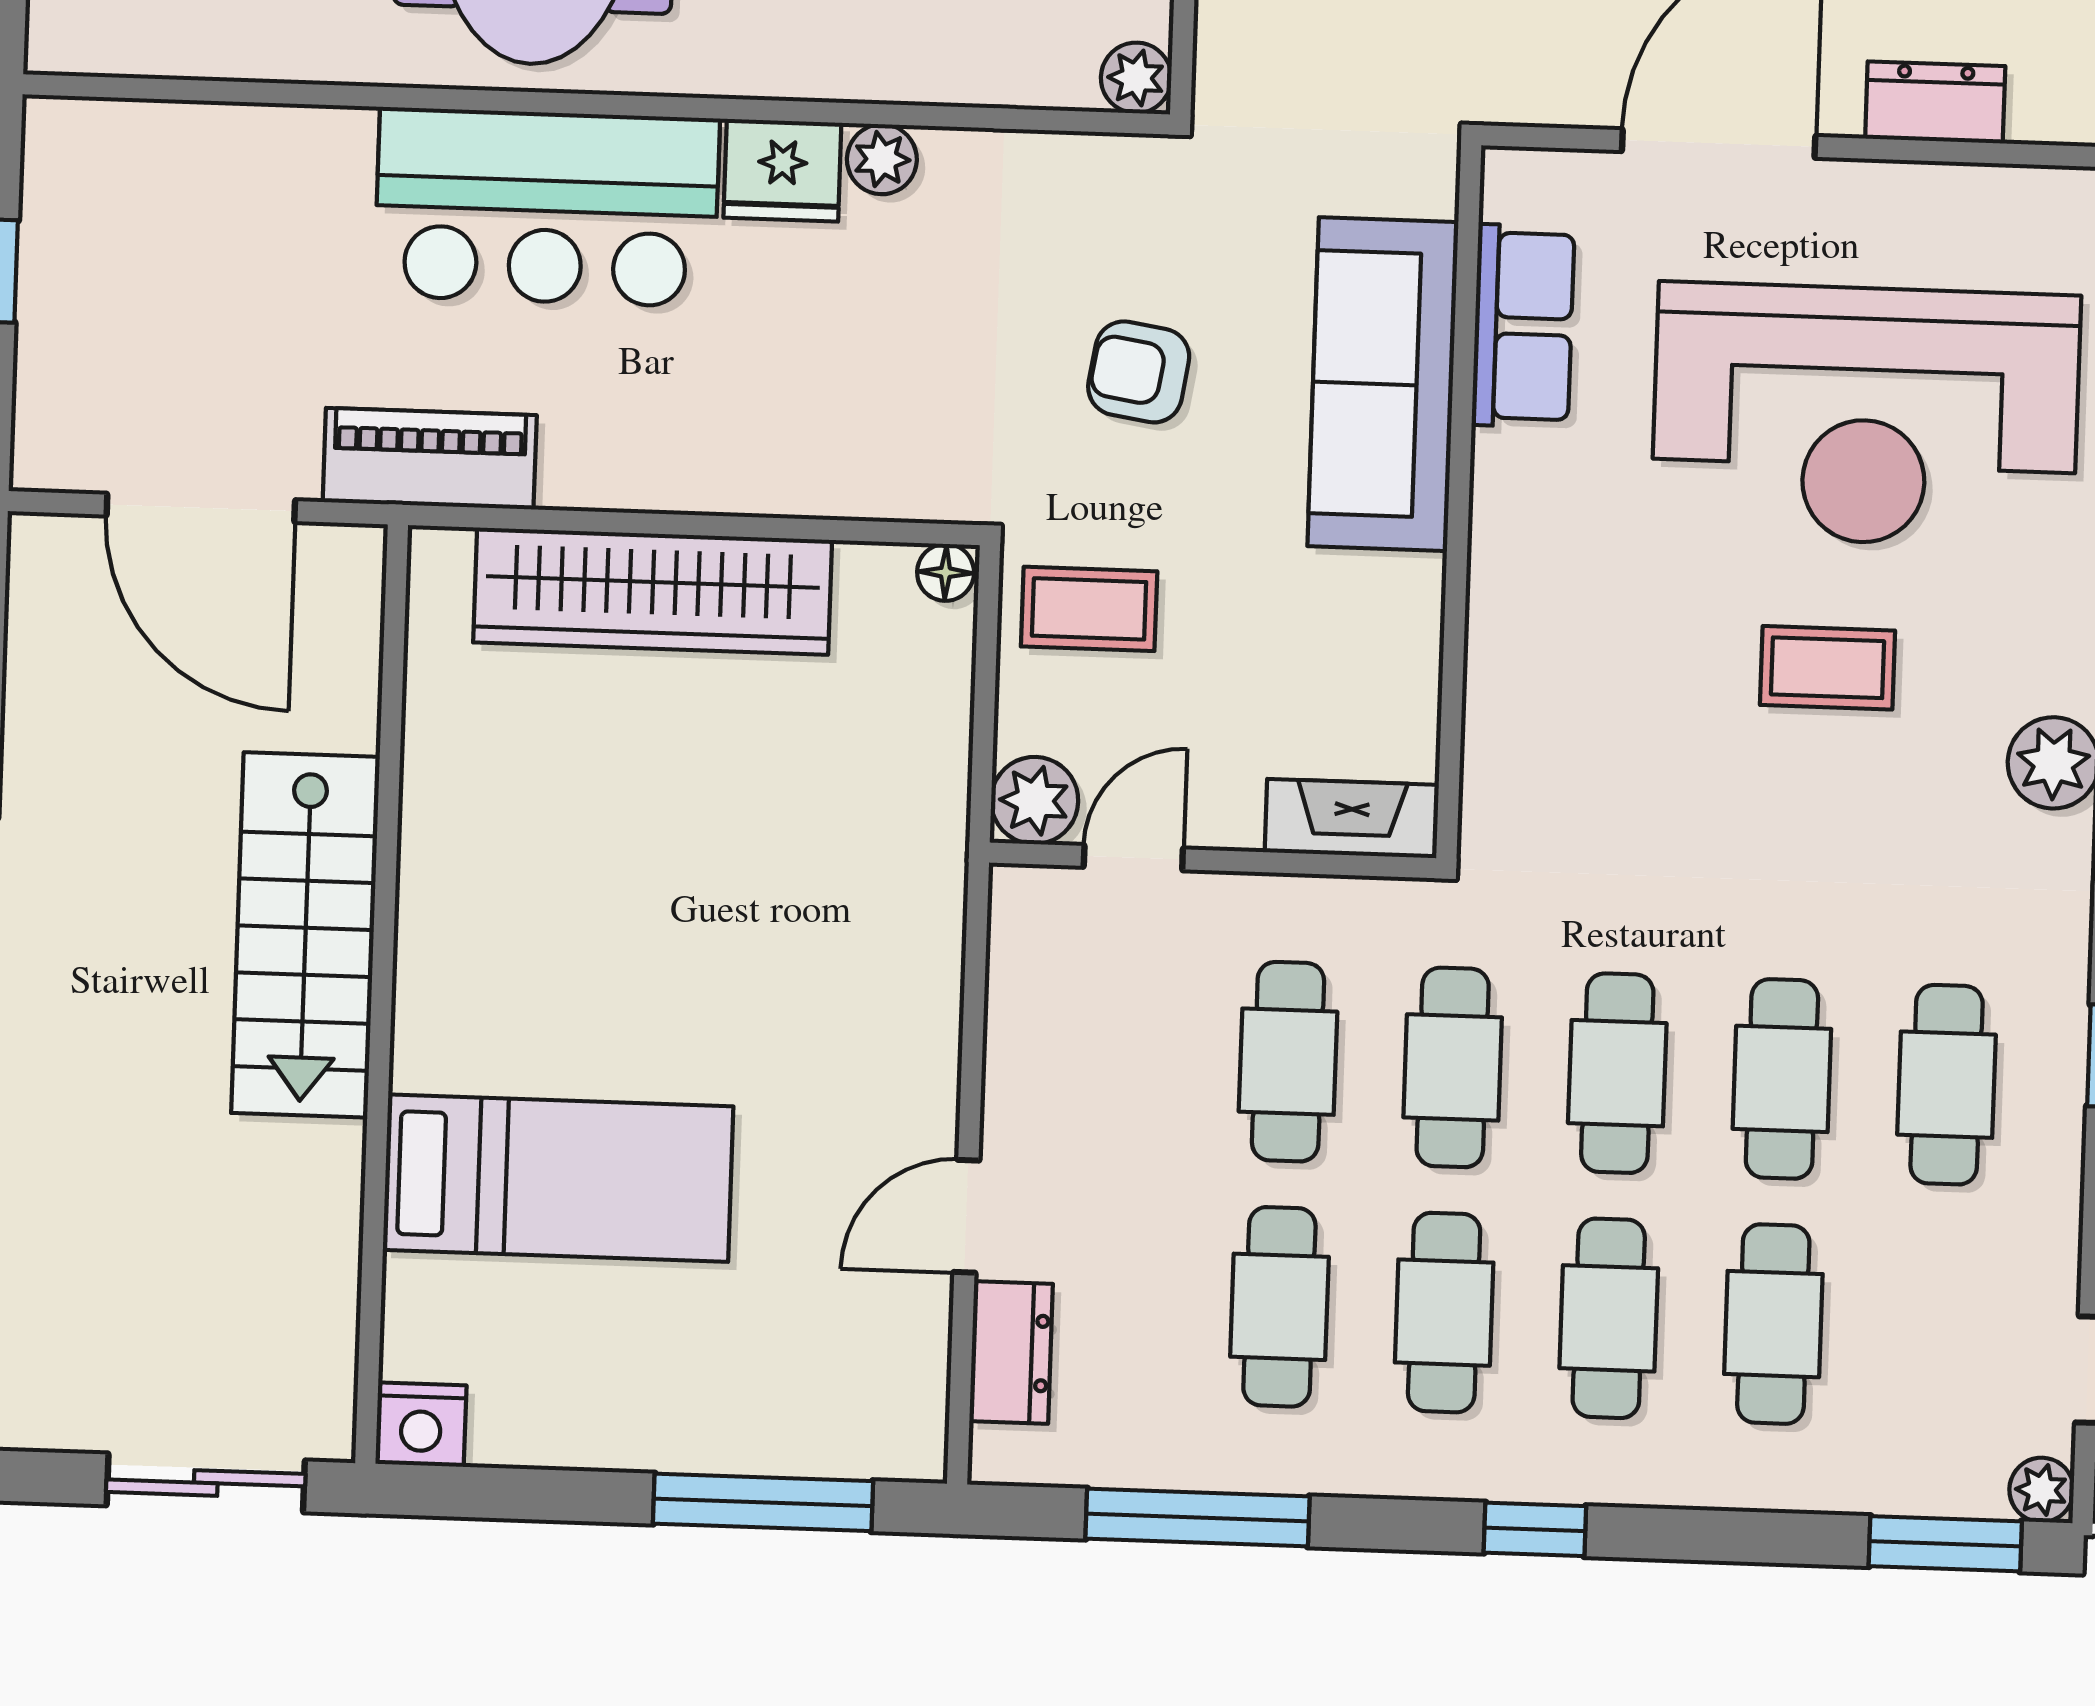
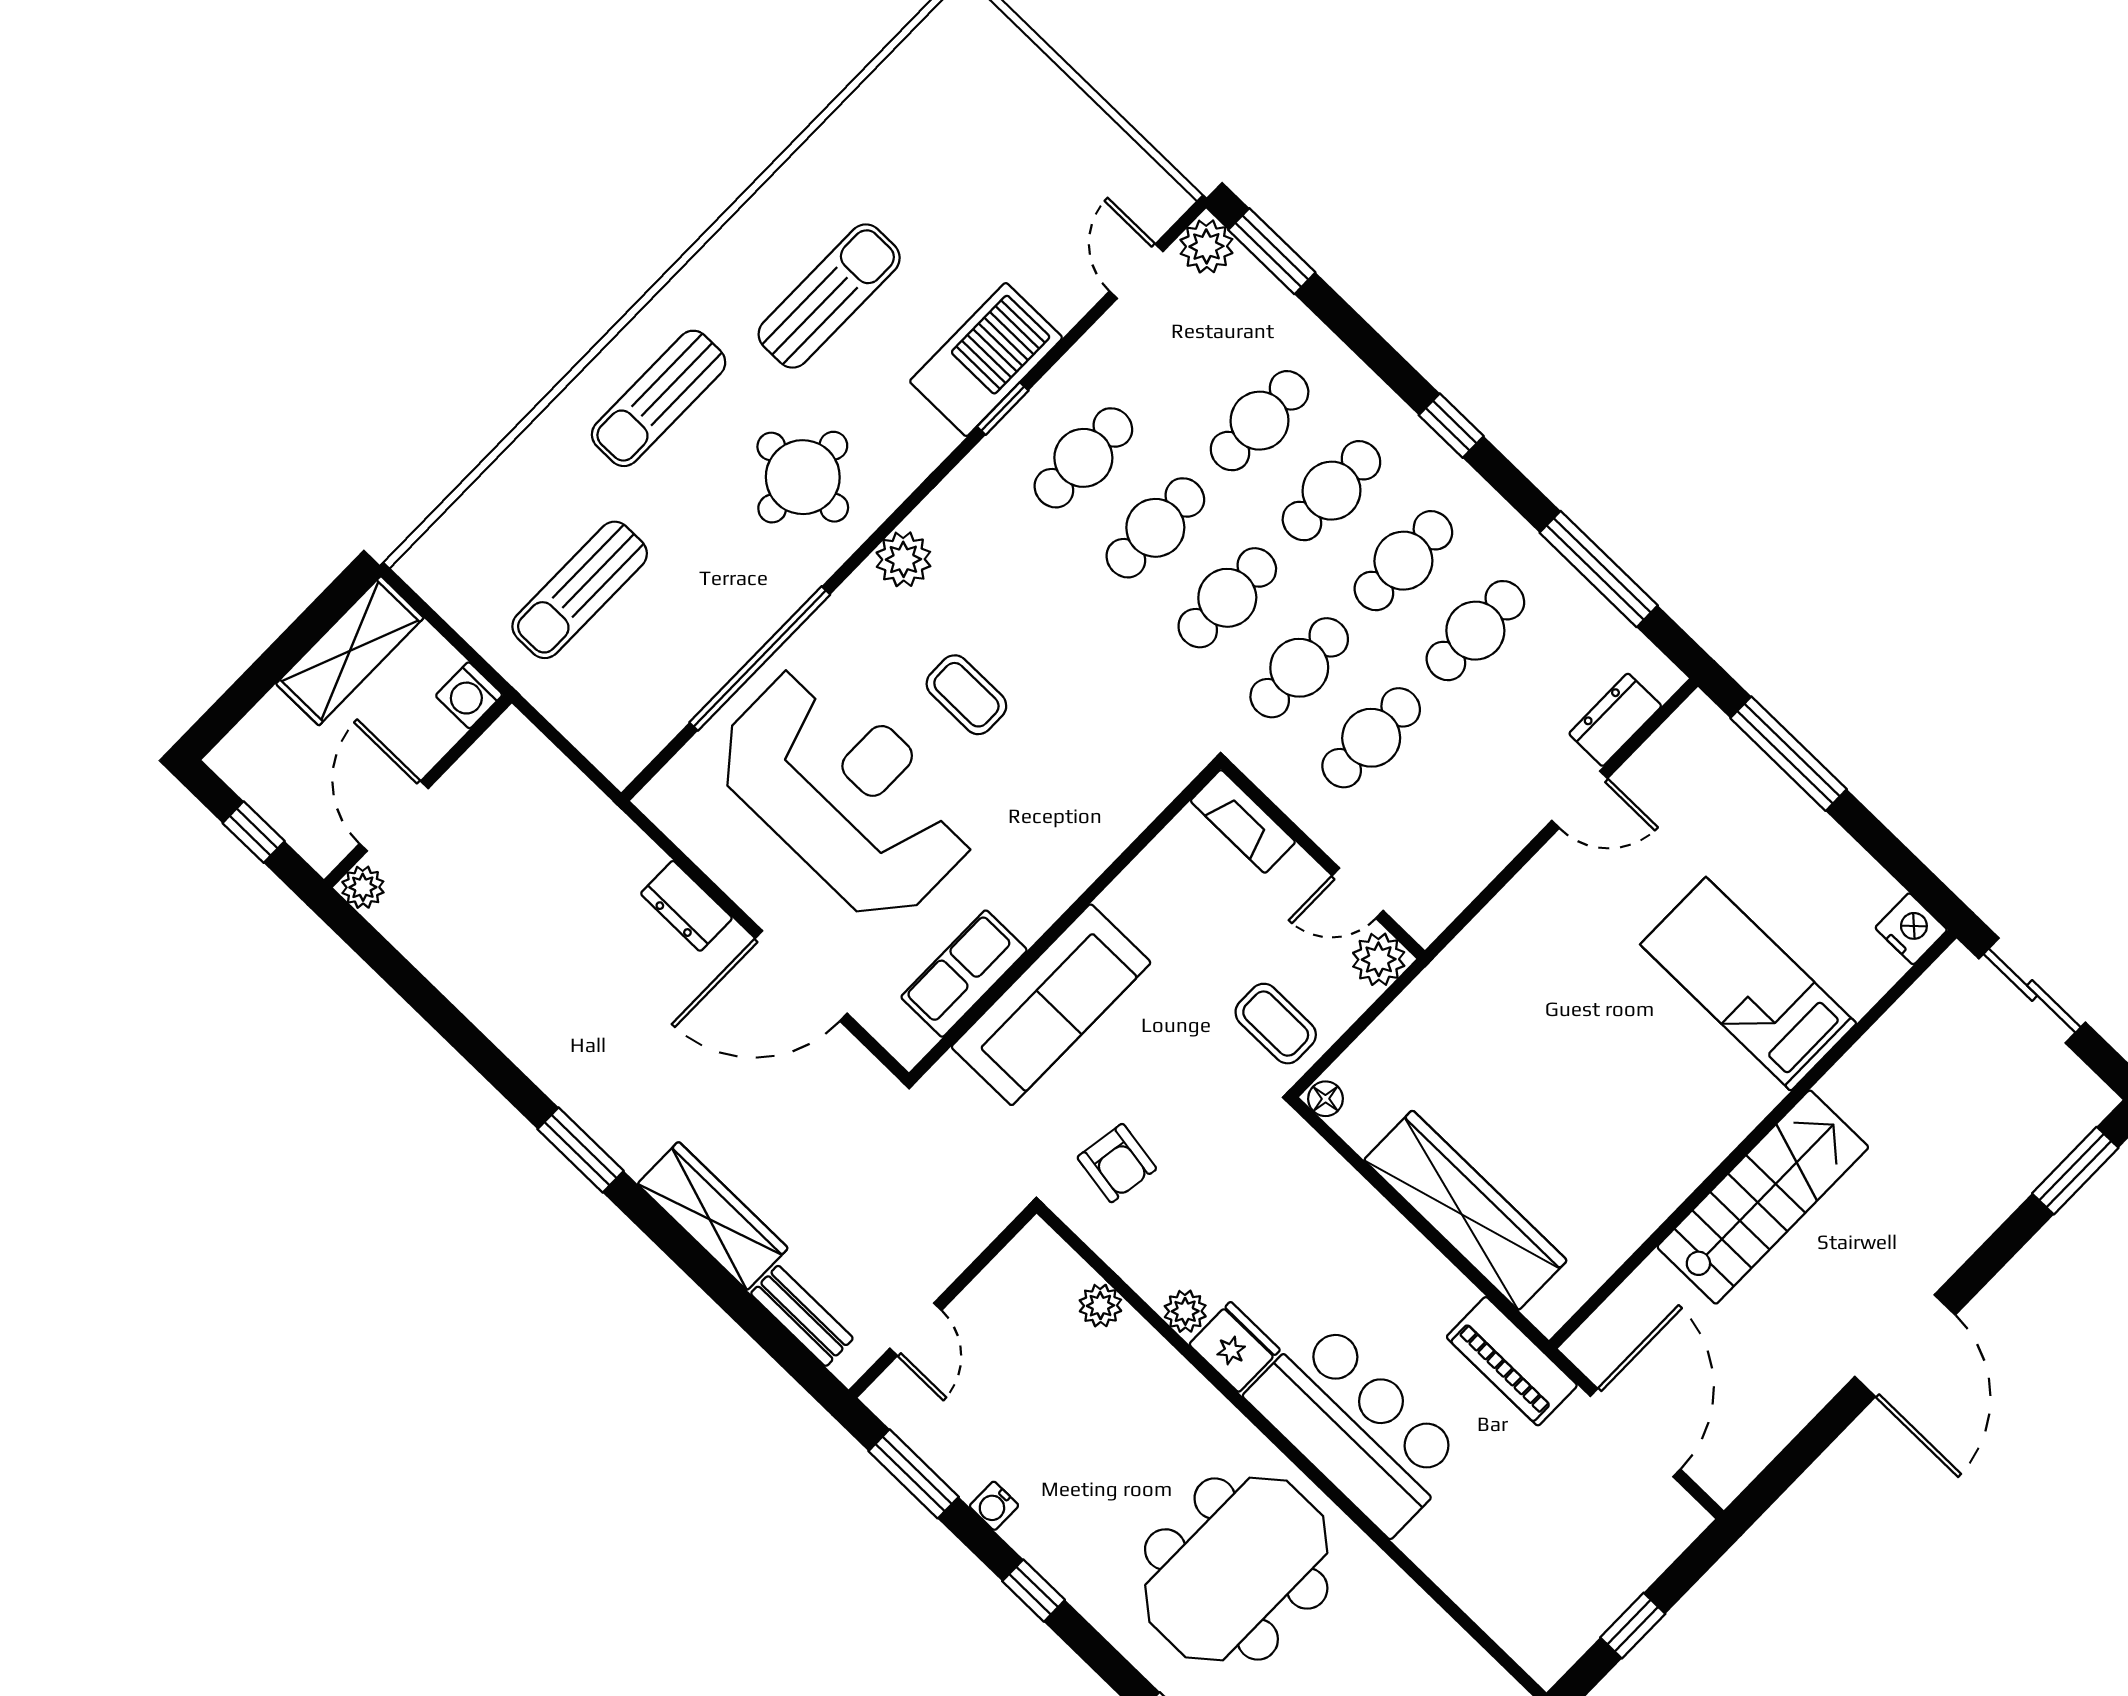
plant: (1136, 78) -> (1100, 1306), moved
armchair: (1139, 372) -> (1117, 1163), moved
plant: (2042, 1490) -> (1206, 246), width x1.38, depth x1.38

